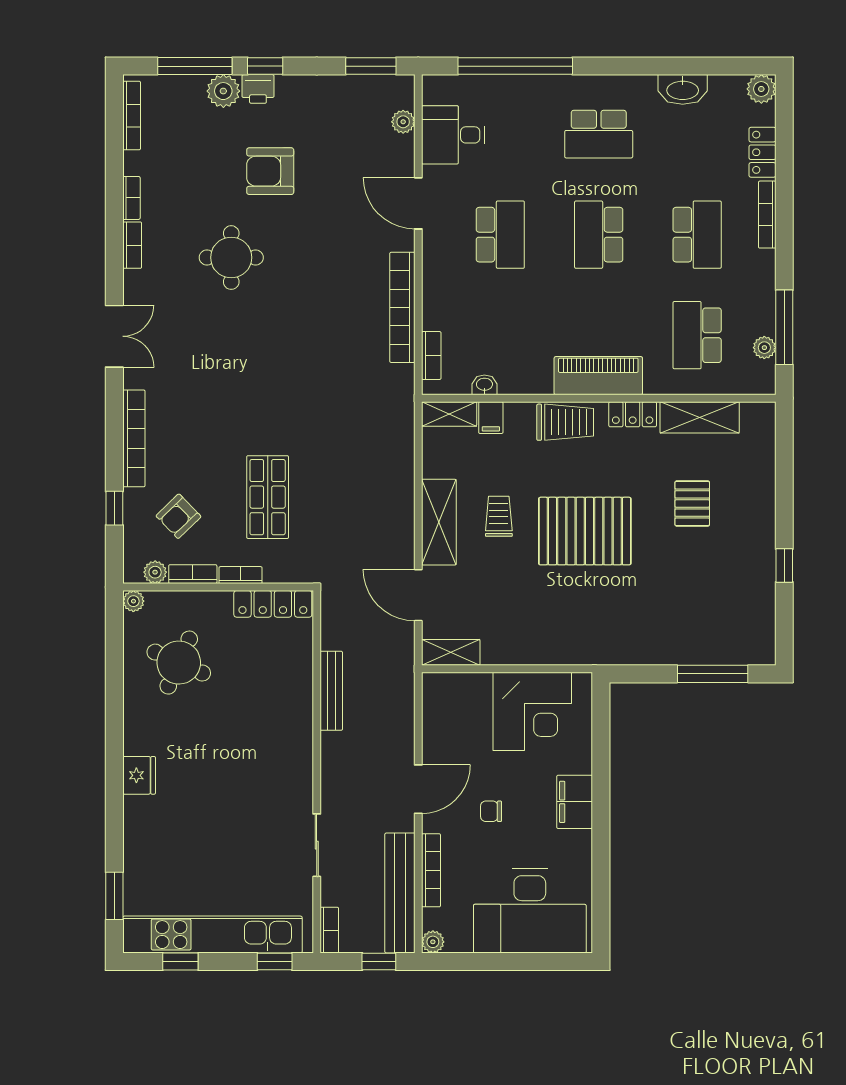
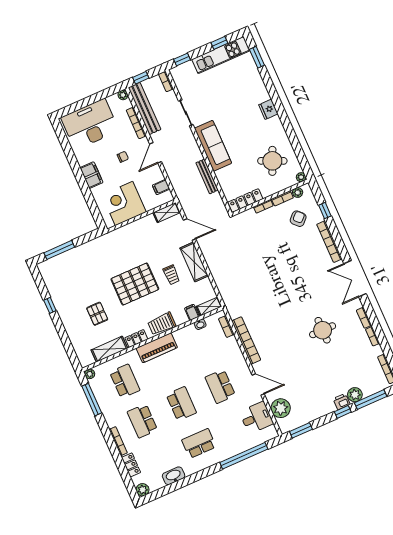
plant: (403, 122) -> (281, 408), width x1.87, depth x1.87
armchair: (270, 171) -> (322, 371), removed
double door: (114, 336) -> (355, 279), width x1.37
plant: (764, 348) -> (90, 374), moved
shop shelf: (268, 497) -> (266, 242), removed
filing cabinet: (439, 711) -> (161, 187), added
sofa: (290, 750) -> (213, 146), added
kitchen unit: (212, 935) -> (221, 55), width x0.73

